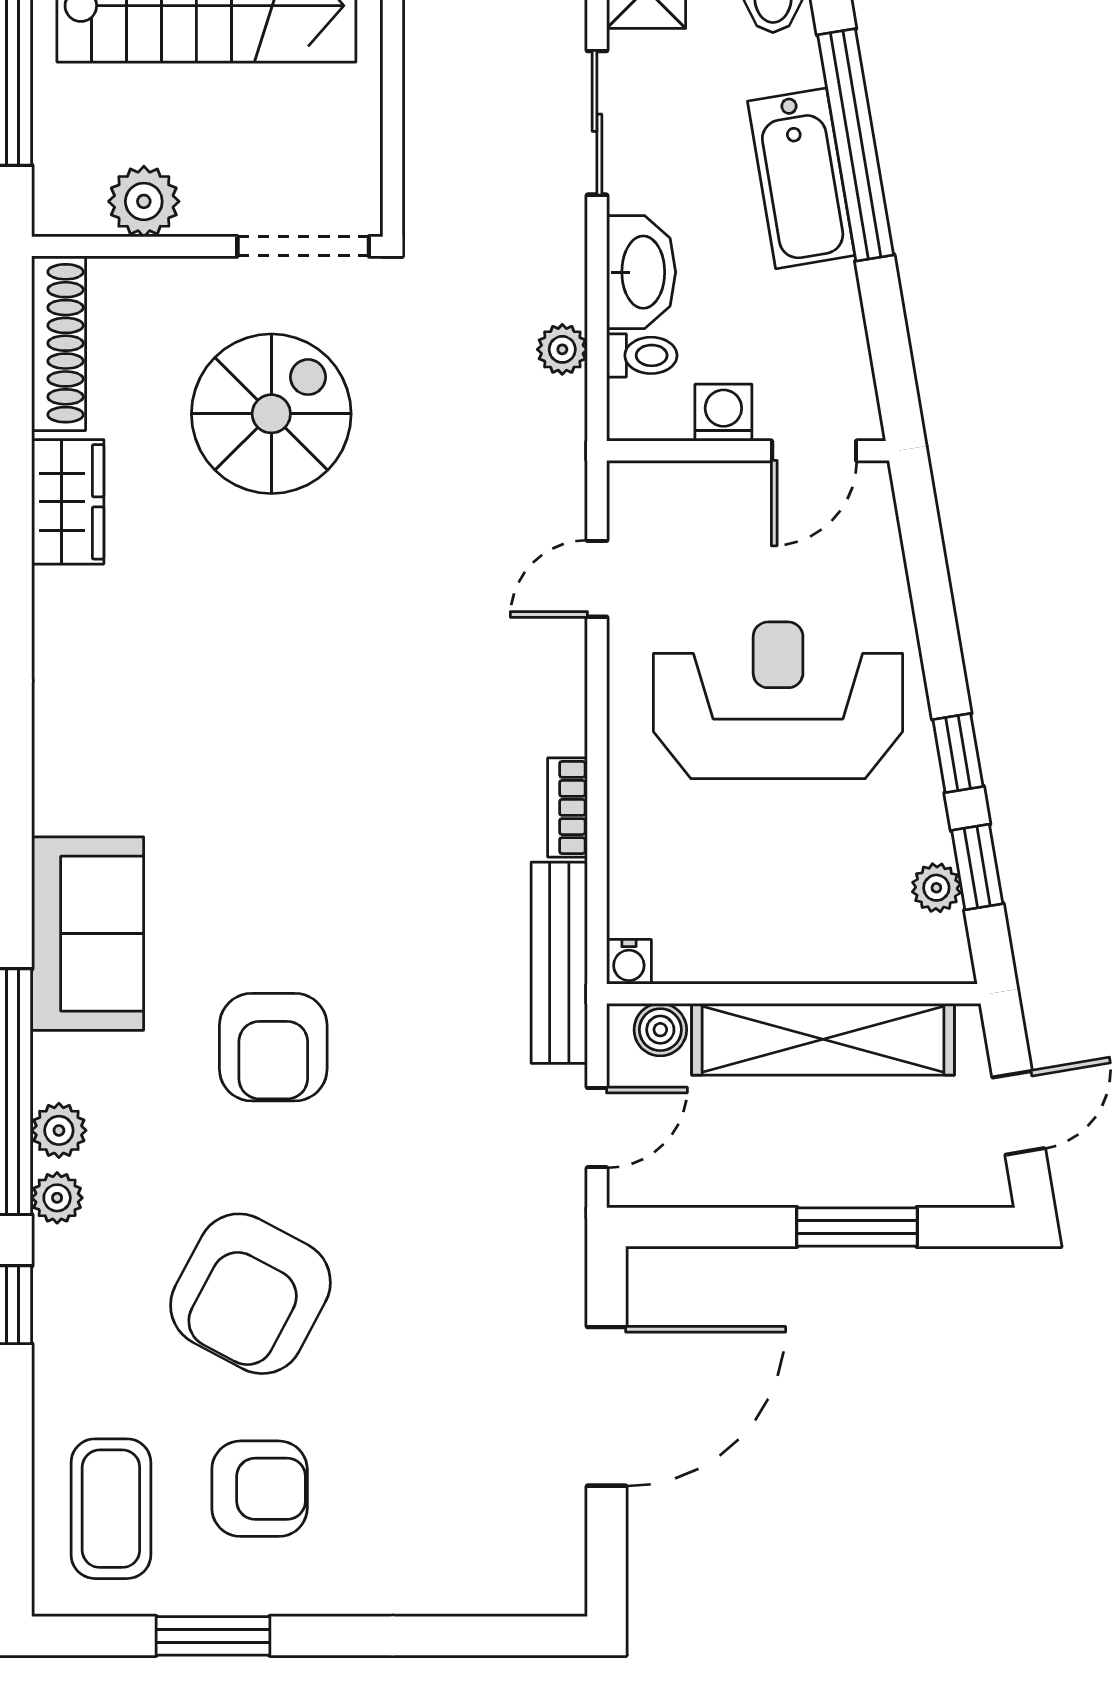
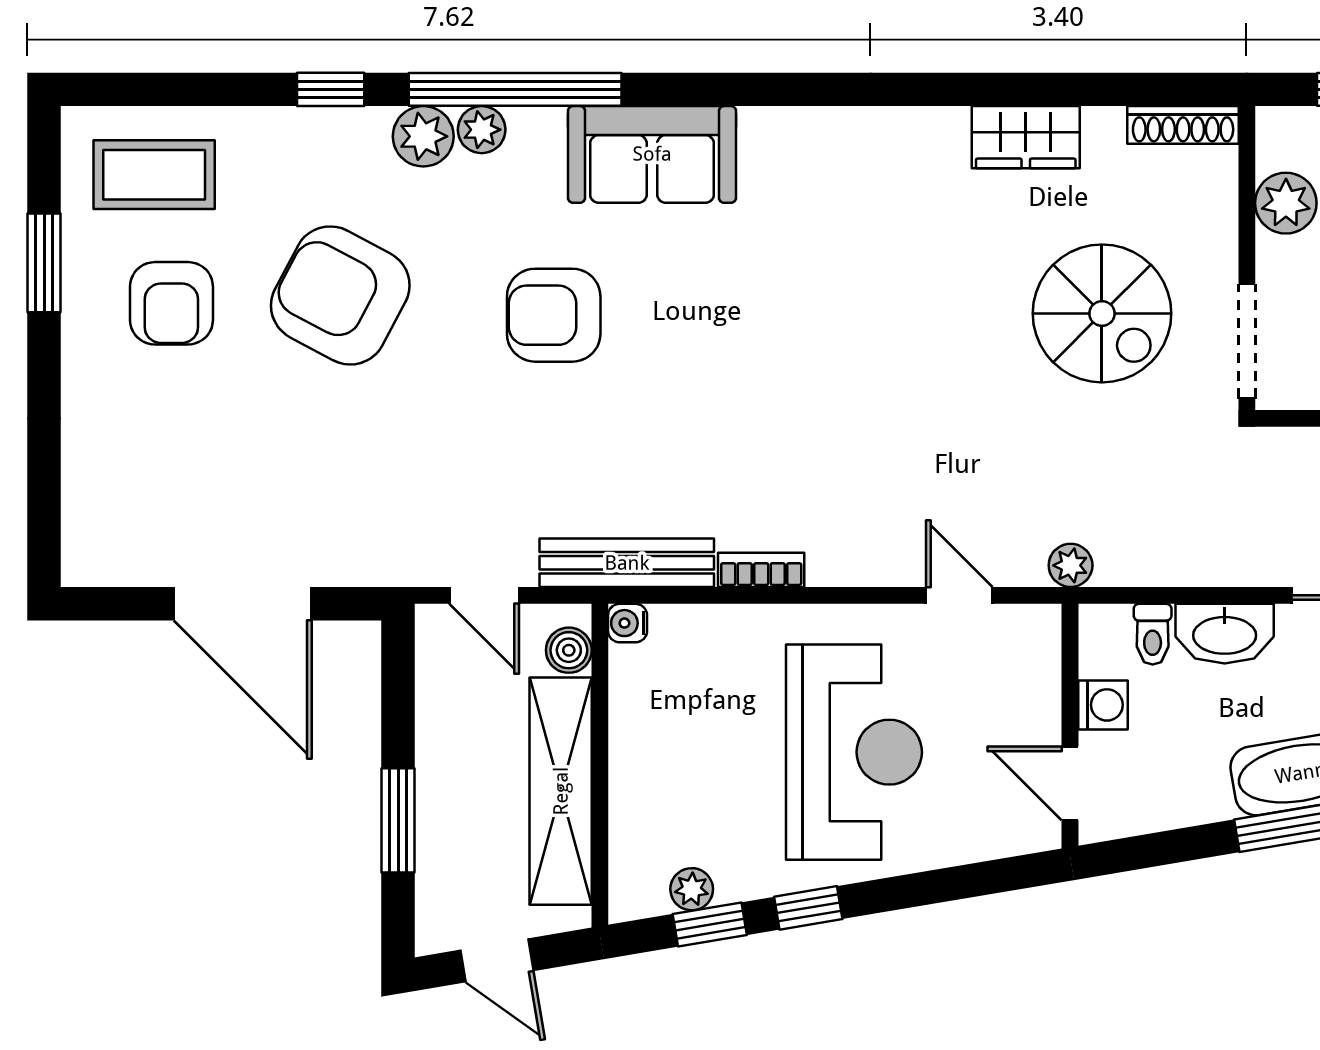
shoe rack: (59, 343) -> (1183, 125), width x0.74, depth x0.81
plant: (562, 349) -> (1071, 565), moved
plant: (57, 1198) -> (423, 136), width x1.38, depth x1.38

